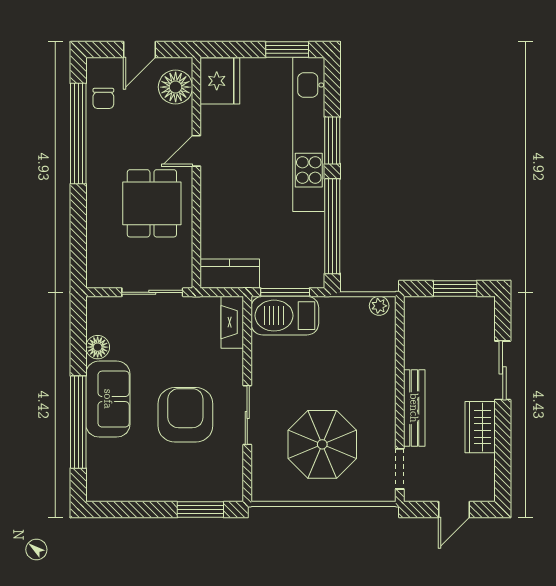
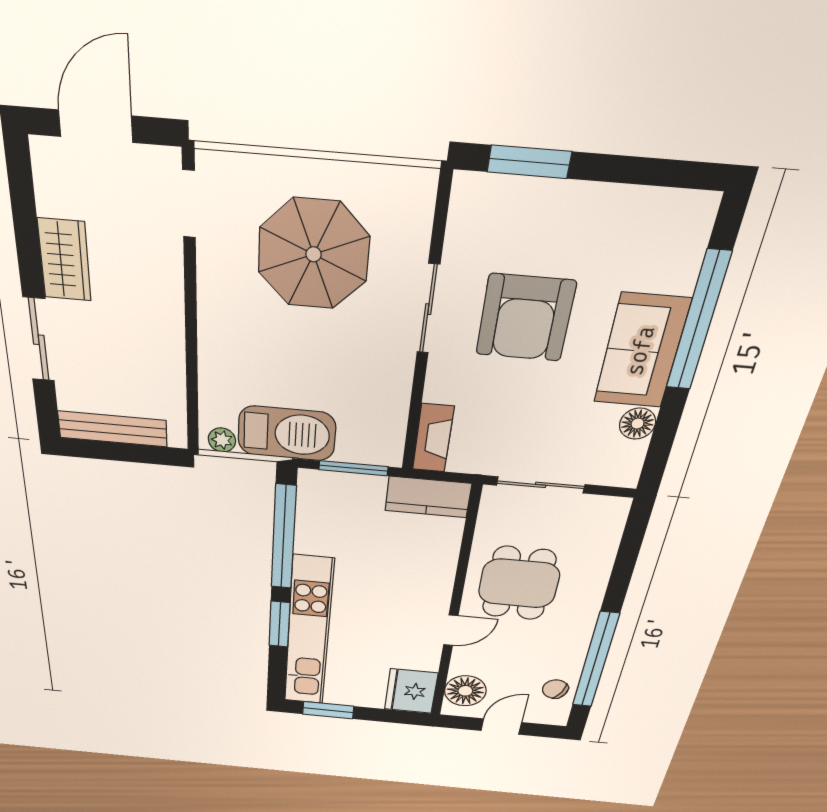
chair: (103, 98) -> (555, 689), turned -65
window: (455, 288) -> (117, 452), removed
barbecue: (285, 316) -> (287, 434), moved
bench: (414, 408) -> (113, 429), moved, turned 90
door: (454, 510) -> (96, 126), width x1.38

